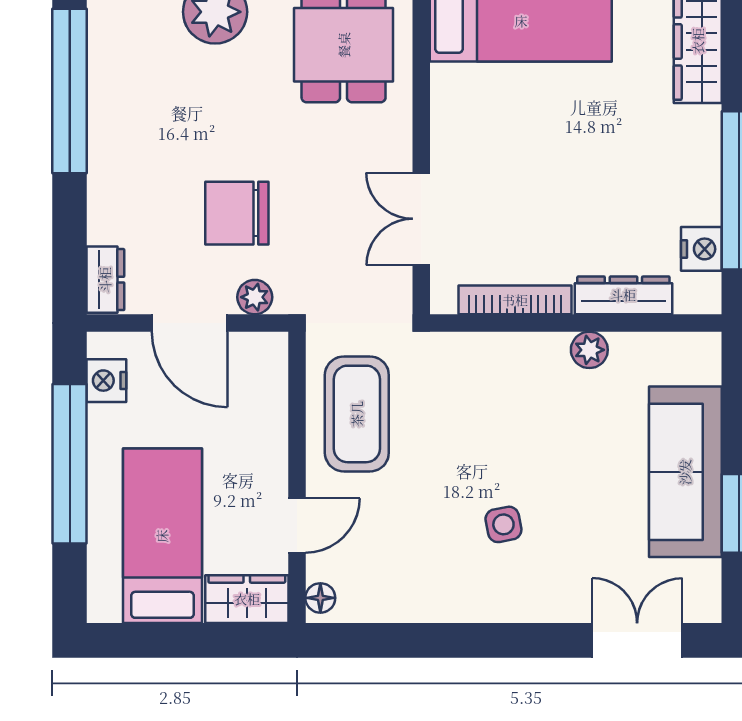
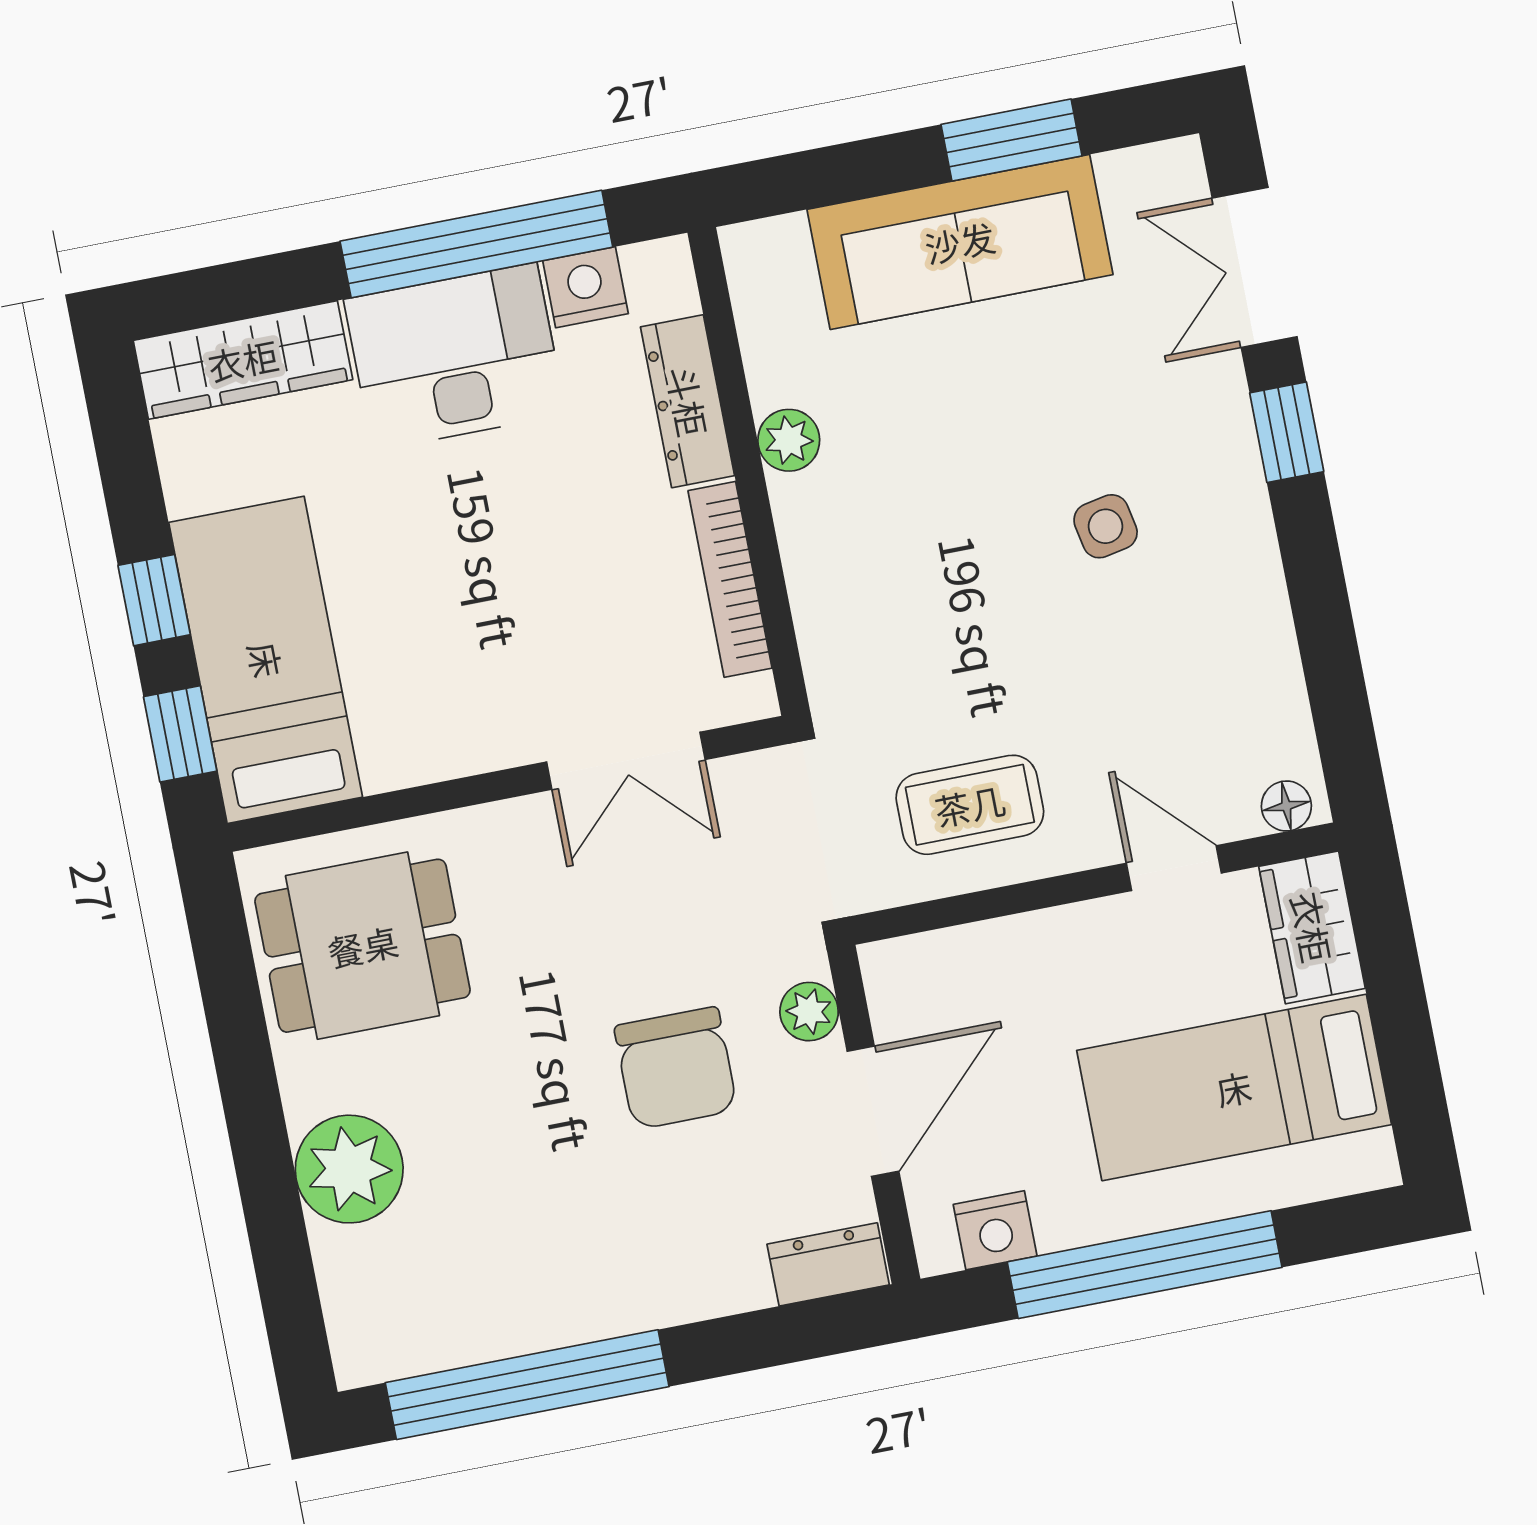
desk: (676, 165) -> (455, 357), added
coffee table: (357, 414) -> (970, 805), width x0.73, depth x0.76
window: (538, 640) -> (1287, 432), added

